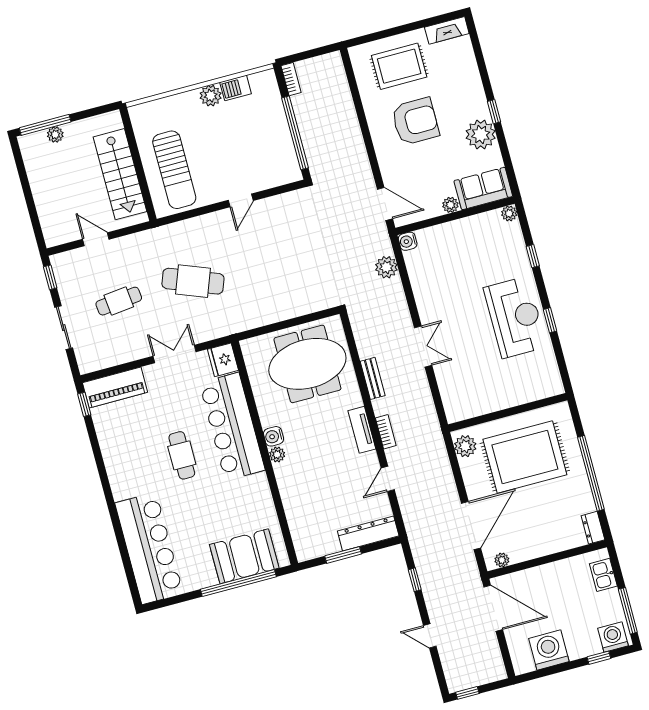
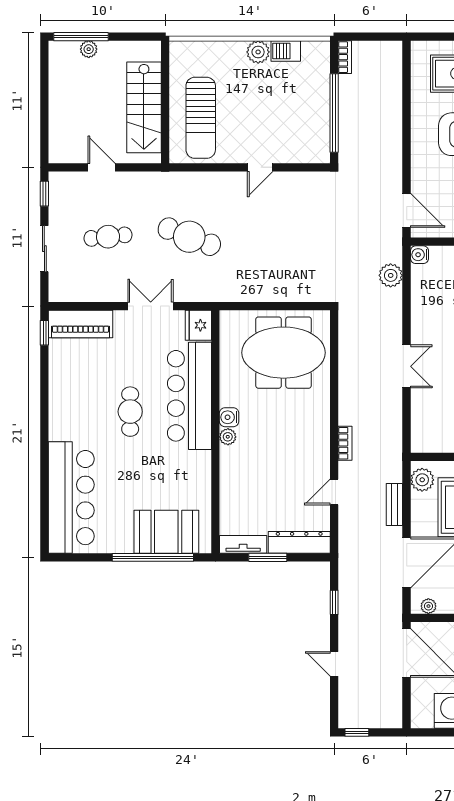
bench: (373, 378) -> (394, 505), moved
tv unit: (362, 430) -> (243, 544), moved, turned 90

